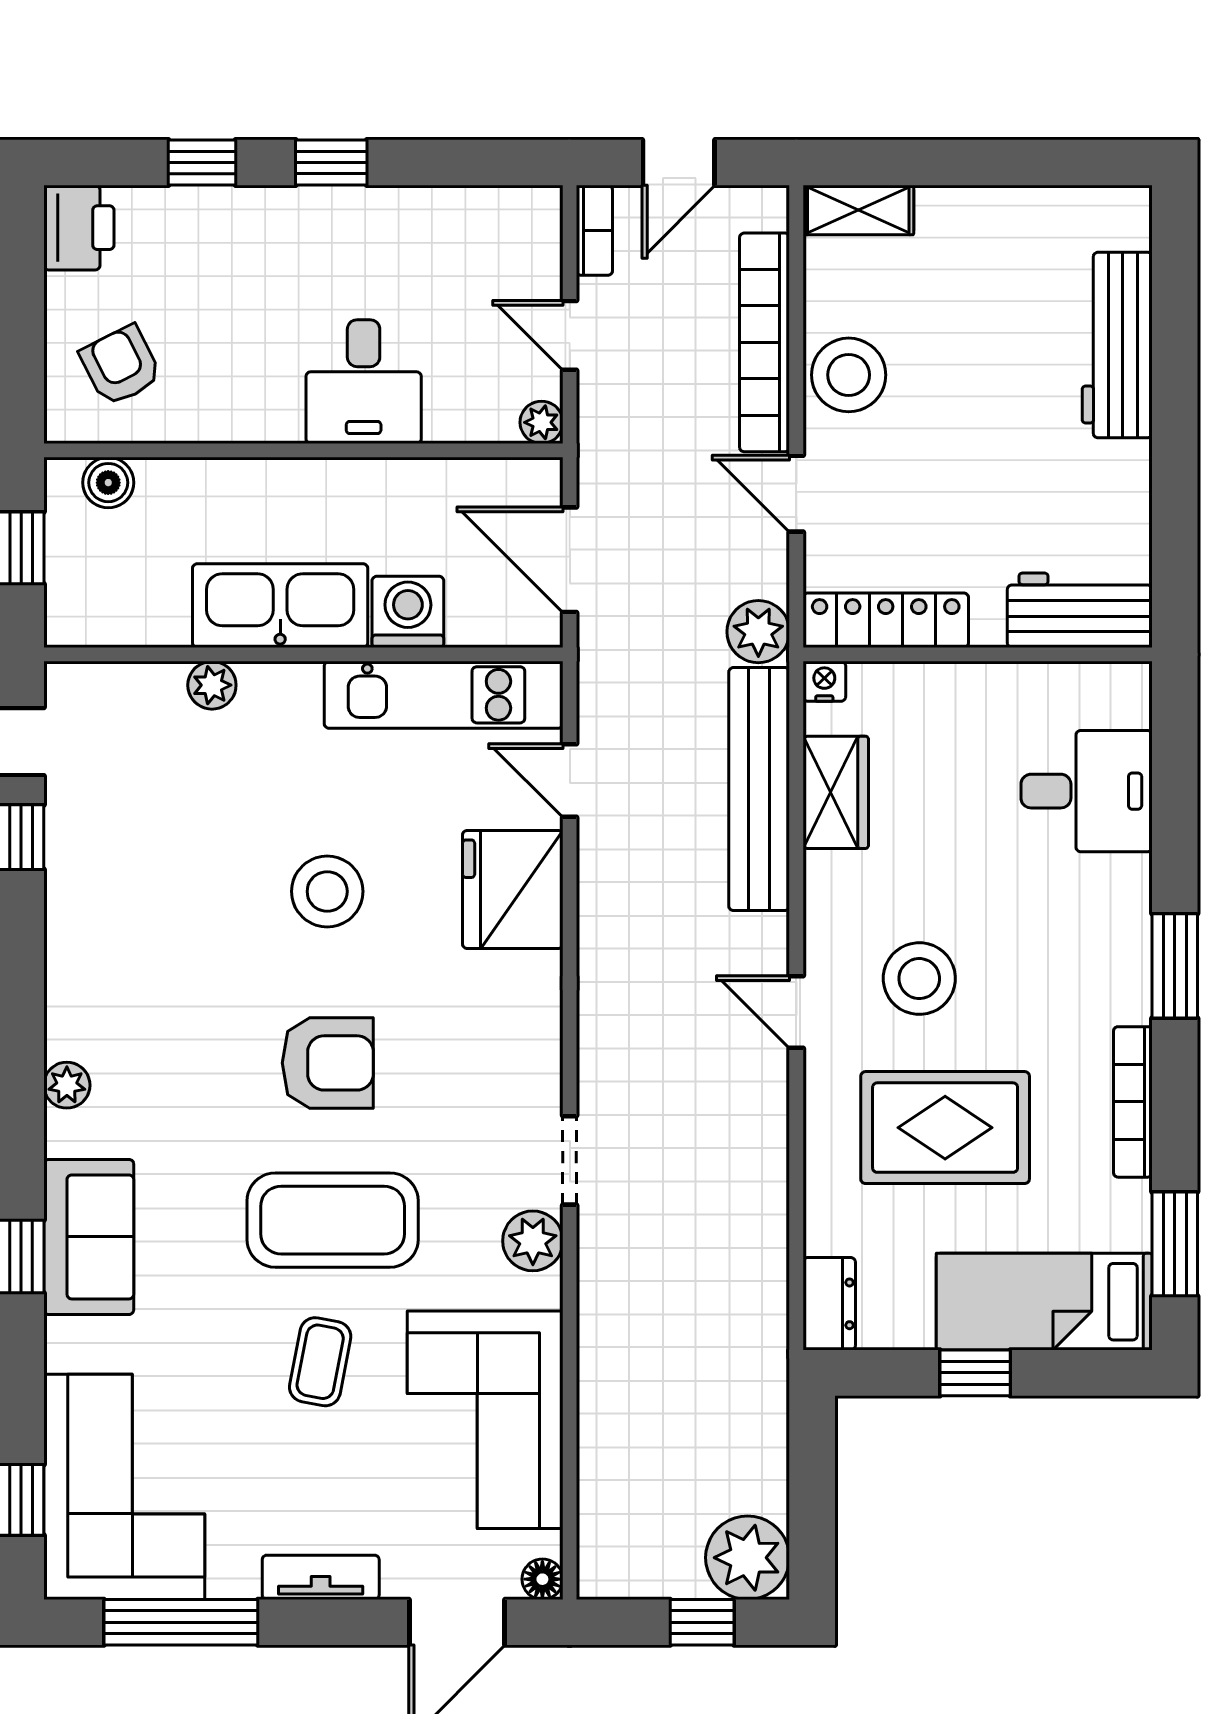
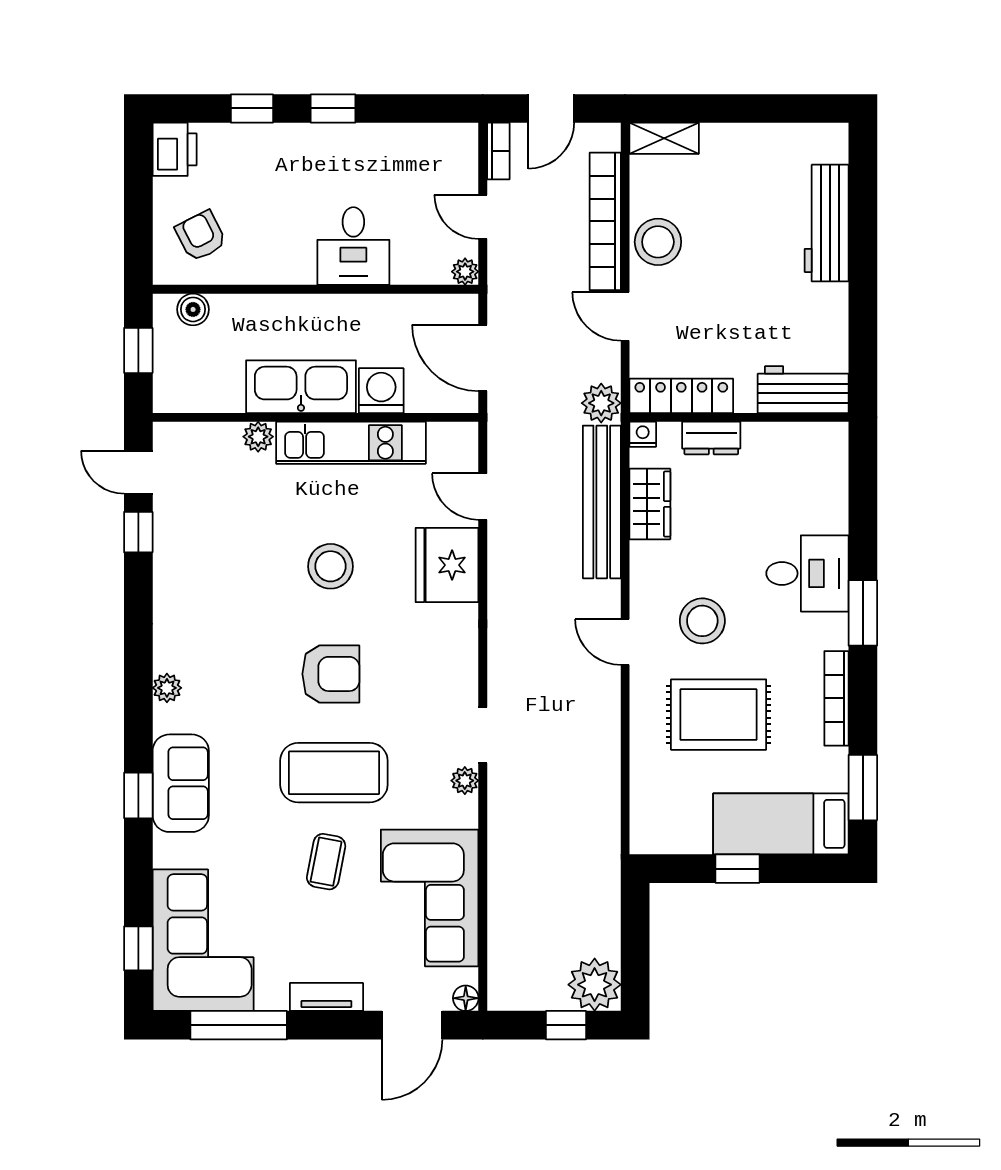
kitchen unit: (444, 695) -> (351, 443), moved
desk: (1087, 791) -> (807, 573), moved
plant: (533, 1241) -> (465, 781), width x0.73, depth x0.73
dresser: (829, 1304) -> (711, 438), moved, turned 90

